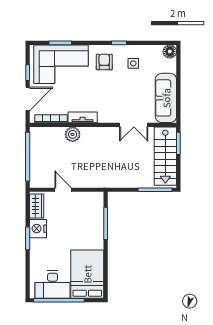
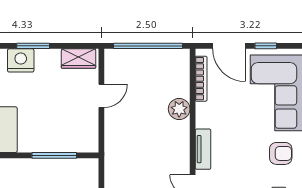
tv unit: (83, 117) -> (203, 149), moved
nightstand: (38, 229) -> (21, 60), moved

